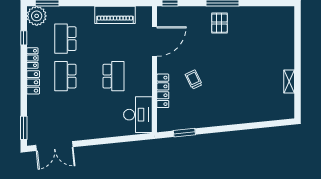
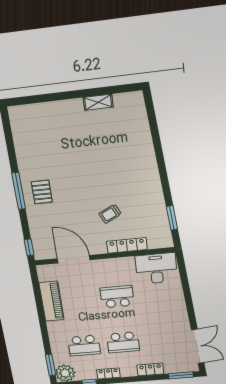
pallet: (219, 23) -> (42, 192), turned 90
locker: (33, 82) -> (150, 369), moved

